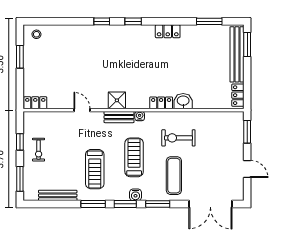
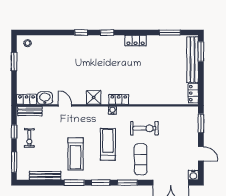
washbasin: (183, 101) -> (45, 98), moved
locker: (161, 103) -> (119, 99), moved
bench: (119, 117) -> (30, 111), moved
exercise bike: (178, 138) -> (144, 128), turned 180
water cooler: (136, 195) -> (193, 175), moved

